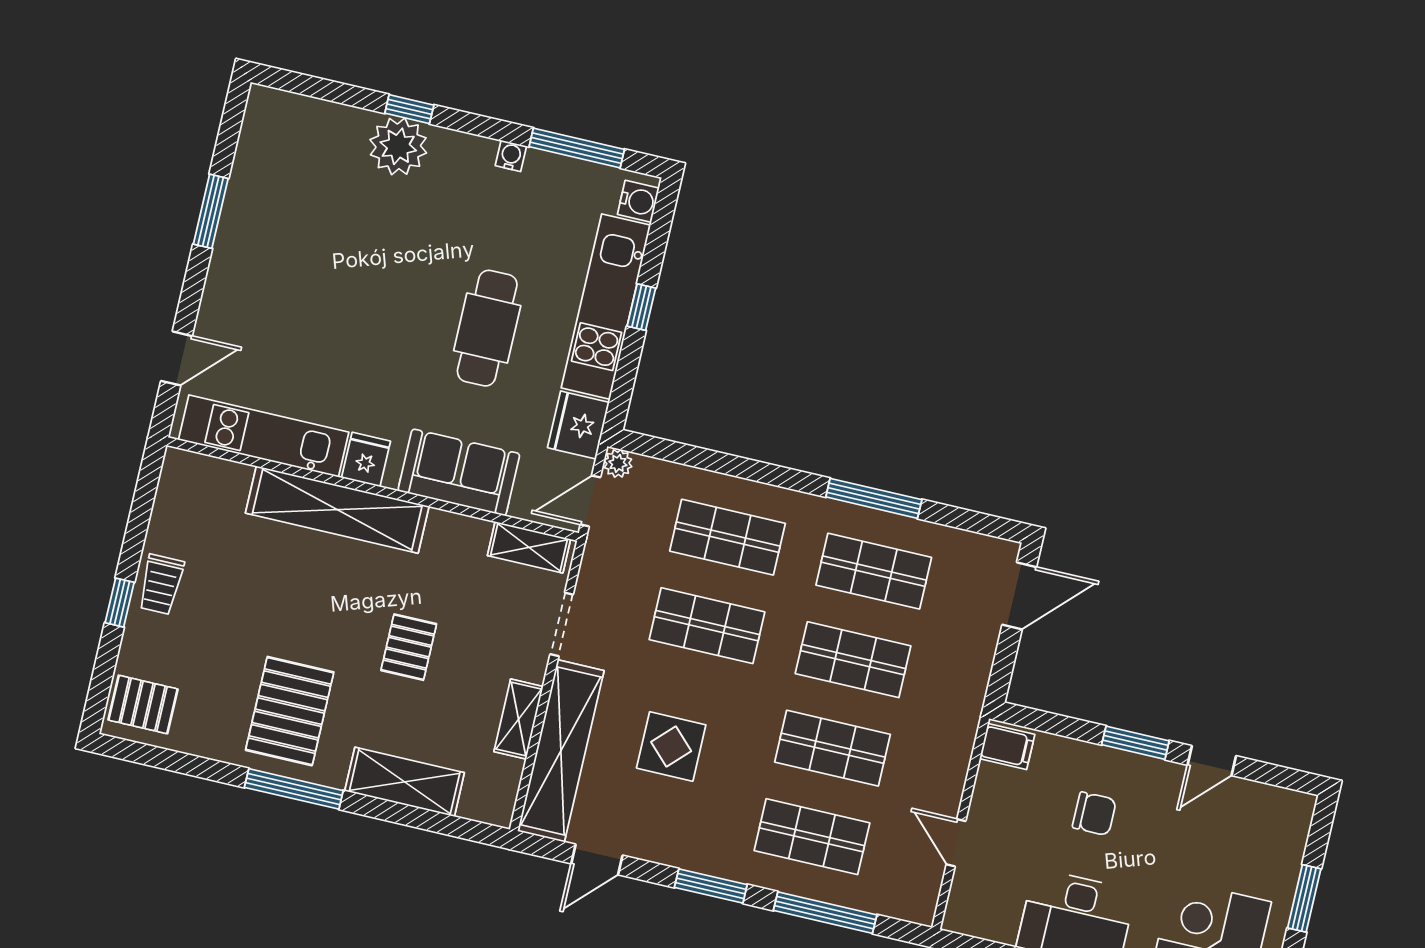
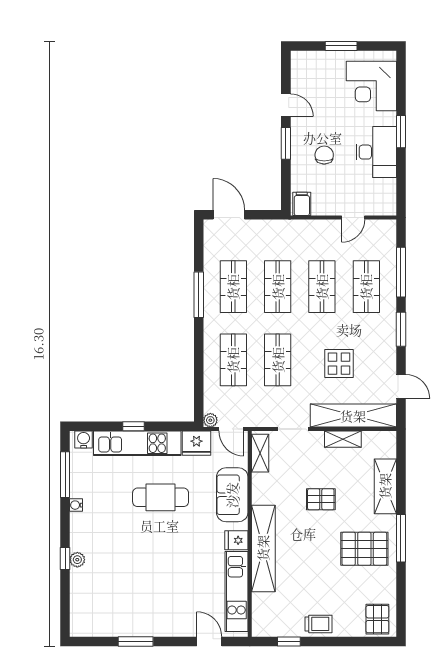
plant: (398, 146) -> (77, 560), width x0.53, depth x0.53
window: (120, 603) -> (289, 642), moved

